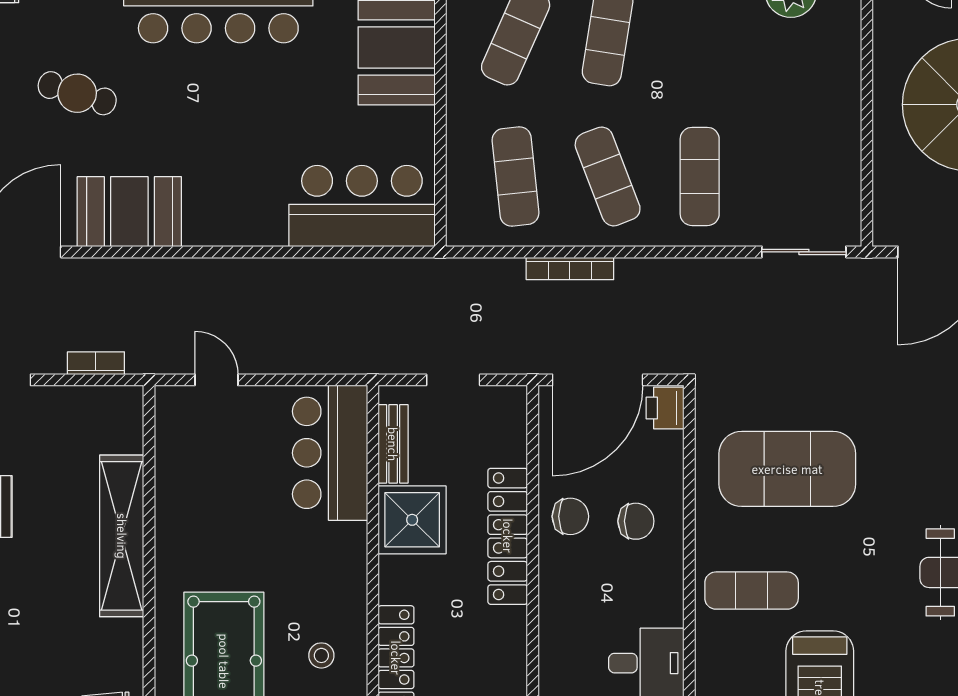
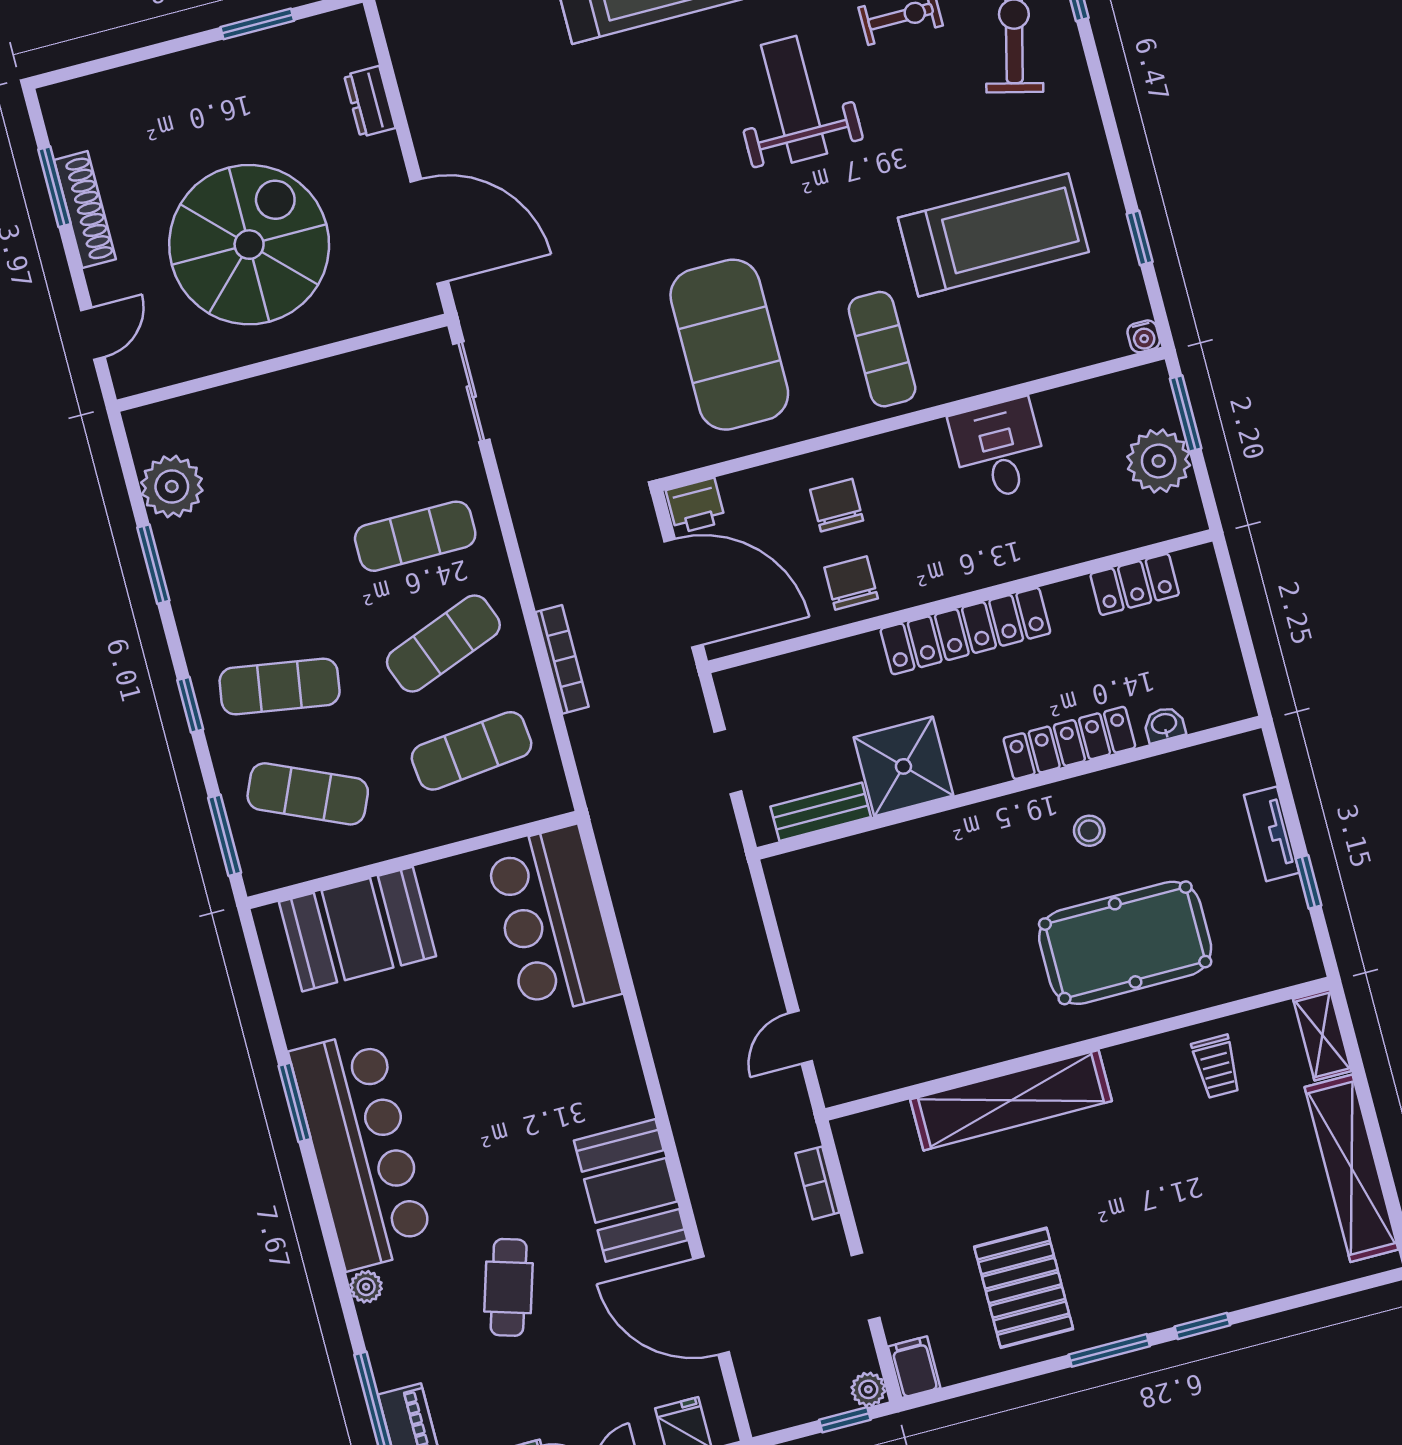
bar counter: (330, 453) -> (850, 883), removed
locker: (508, 536) -> (965, 631), moved

